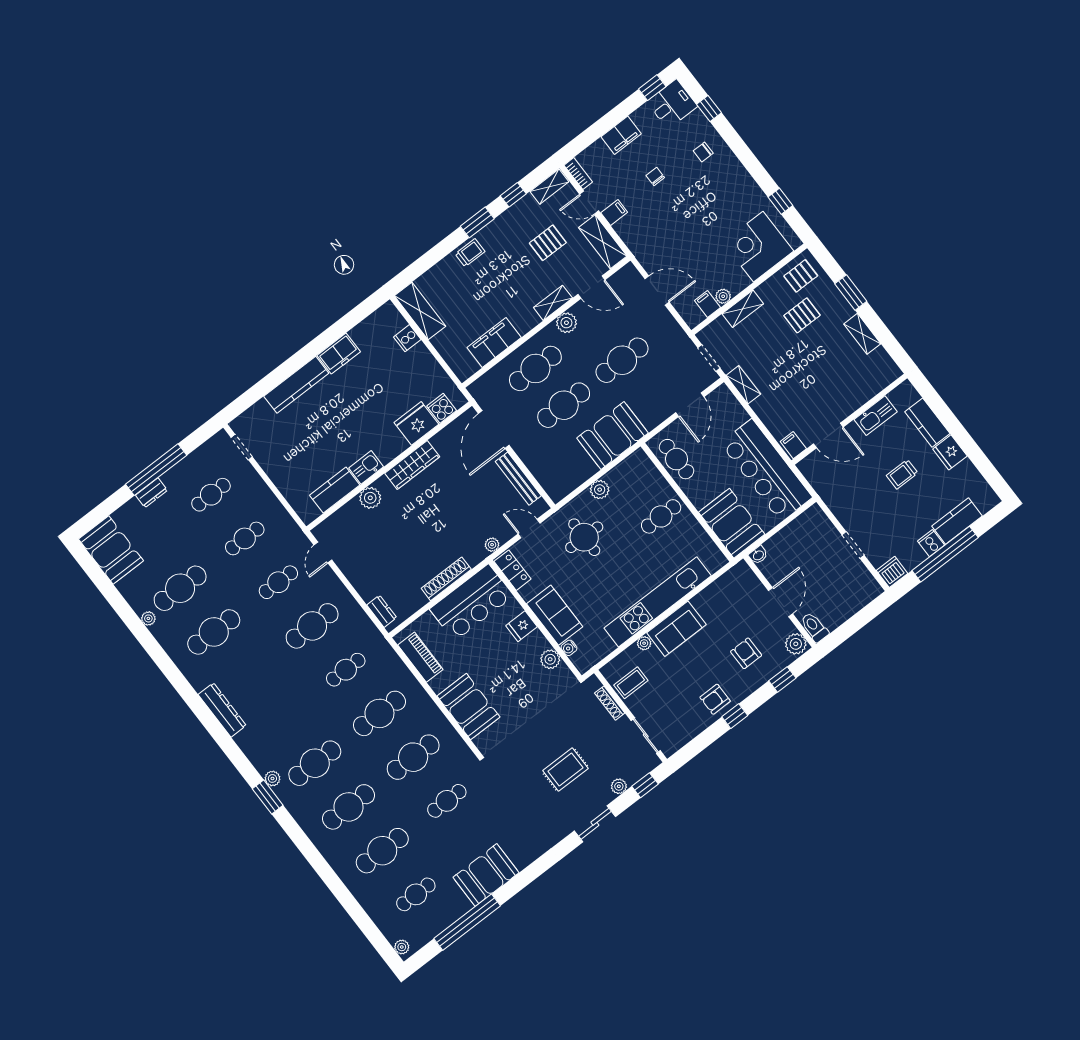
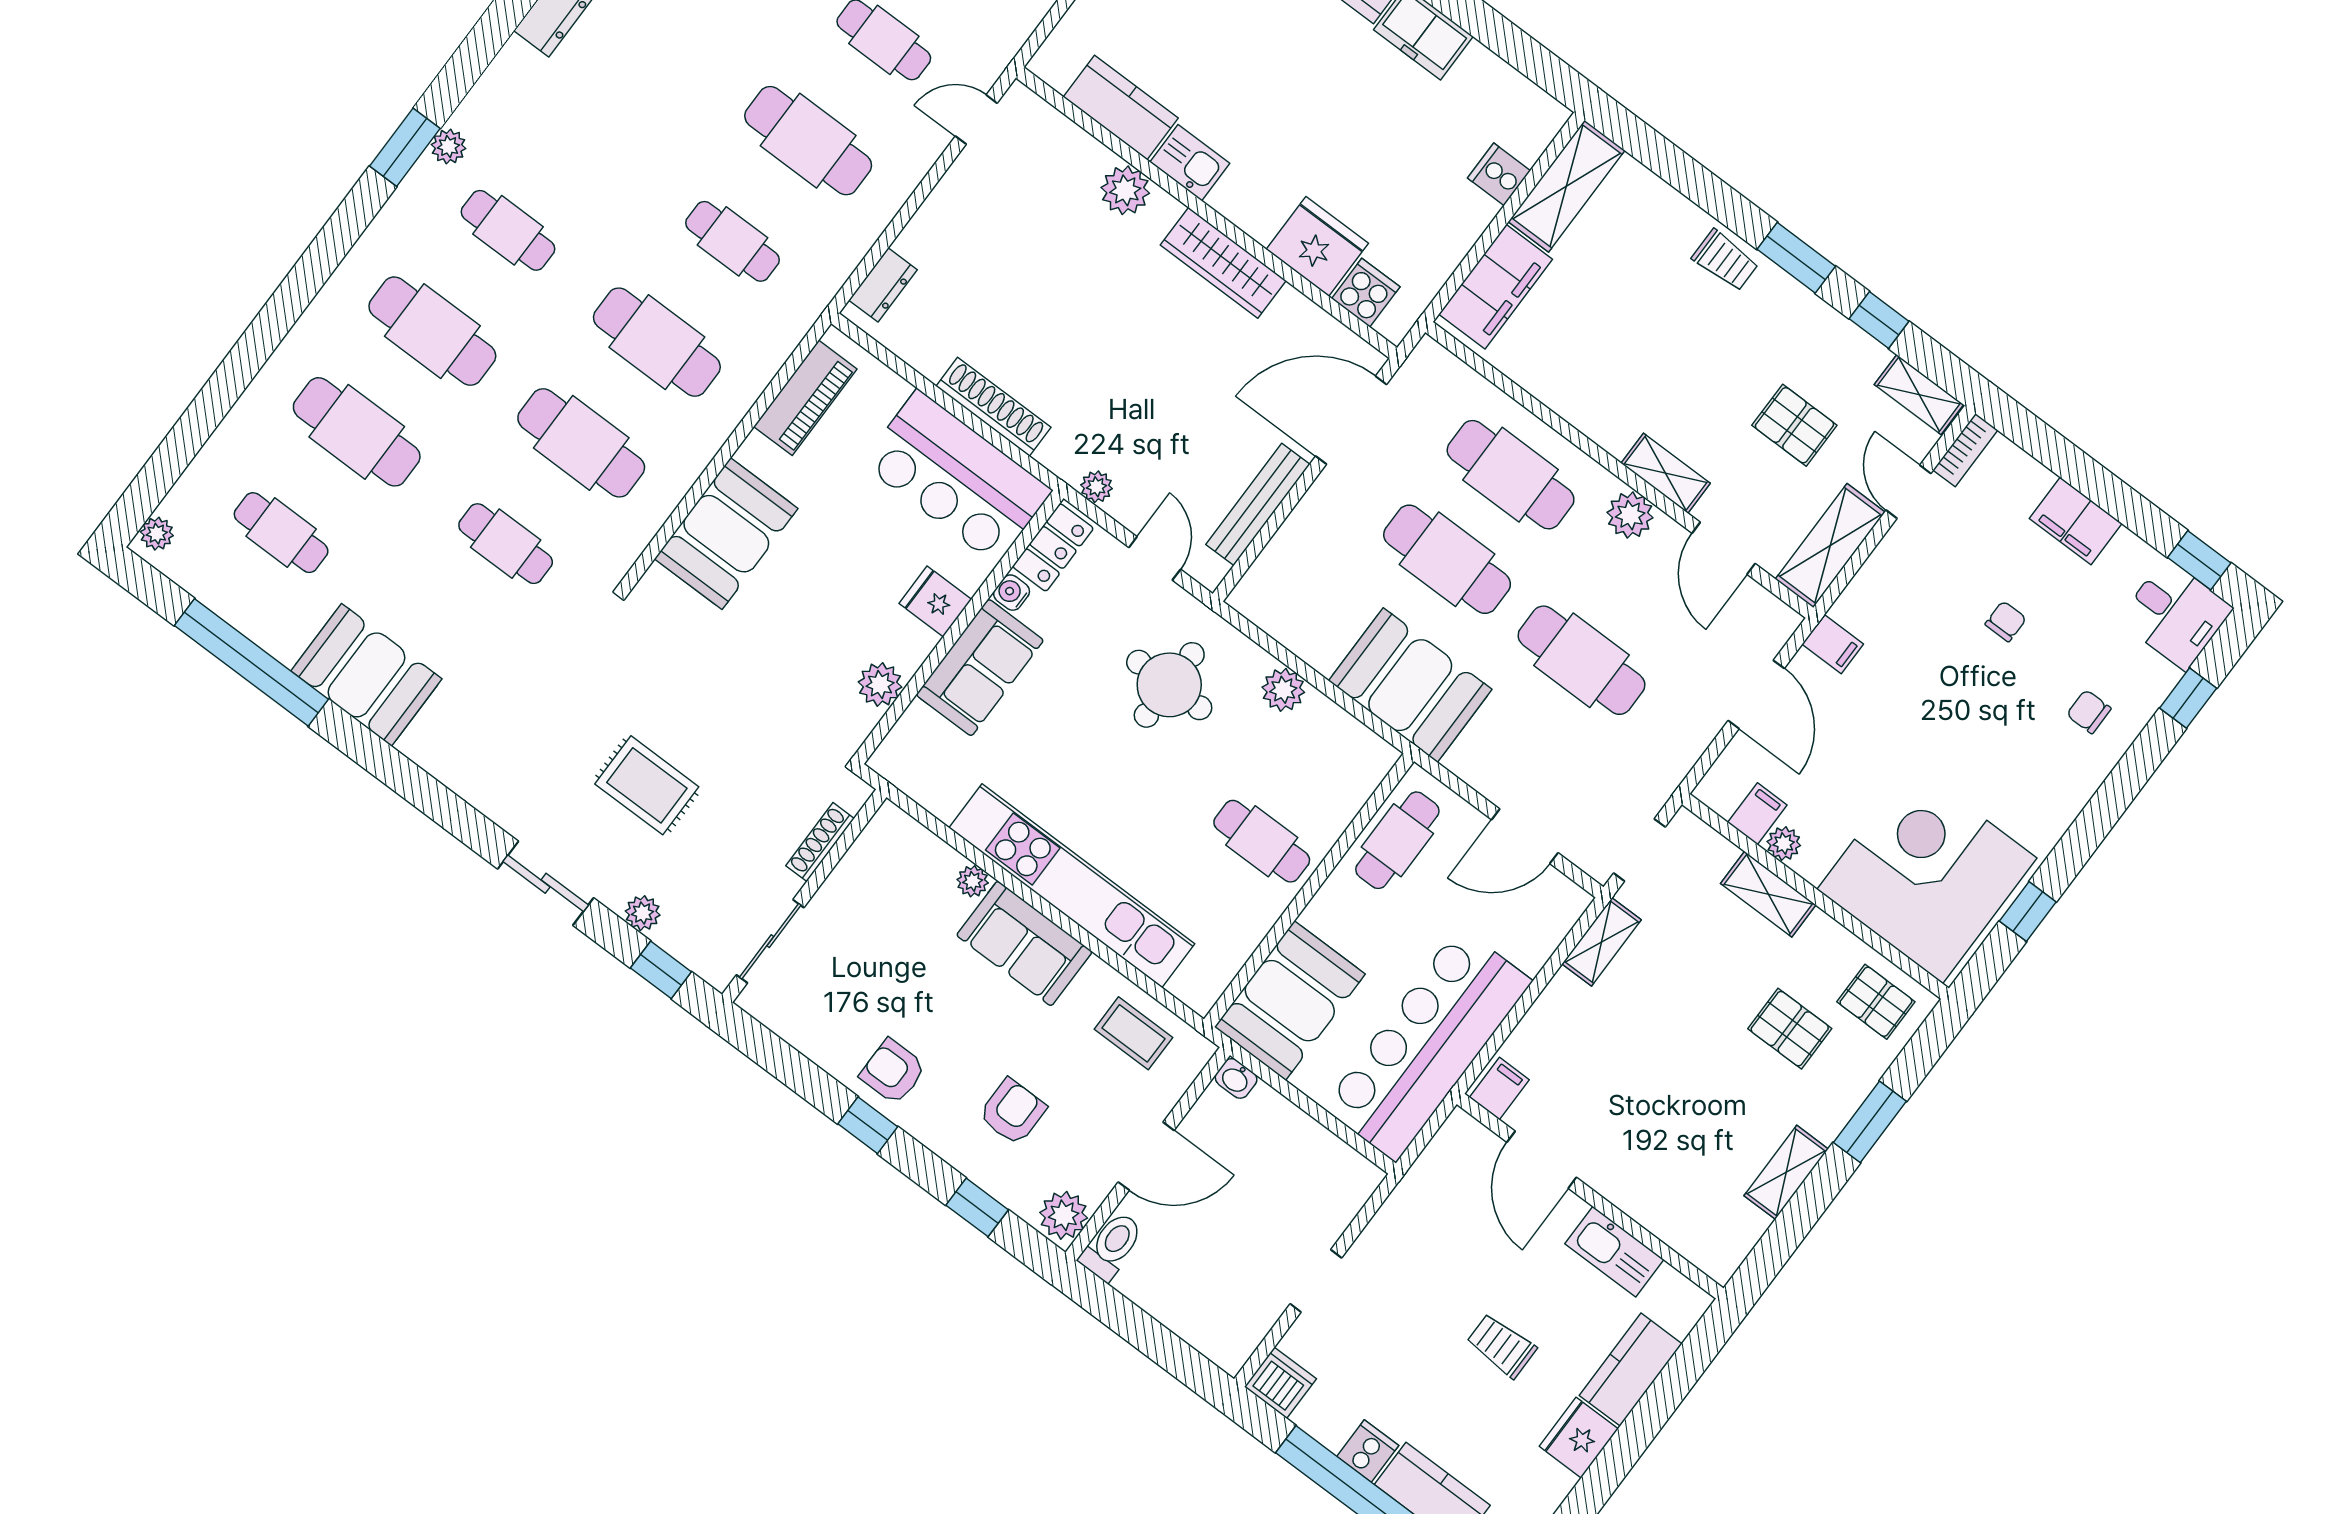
filing cabinet: (614, 213) -> (1833, 644), moved
corner desk: (758, 247) -> (1927, 874), width x1.36, depth x1.36
filing cabinet: (494, 342) -> (1496, 287), moved, turned 90
water cooler: (569, 648) -> (1012, 593), moved
coffee table: (631, 683) -> (1133, 1033), moved
cafe table: (315, 763) -> (508, 230), width x0.73, depth x0.74

